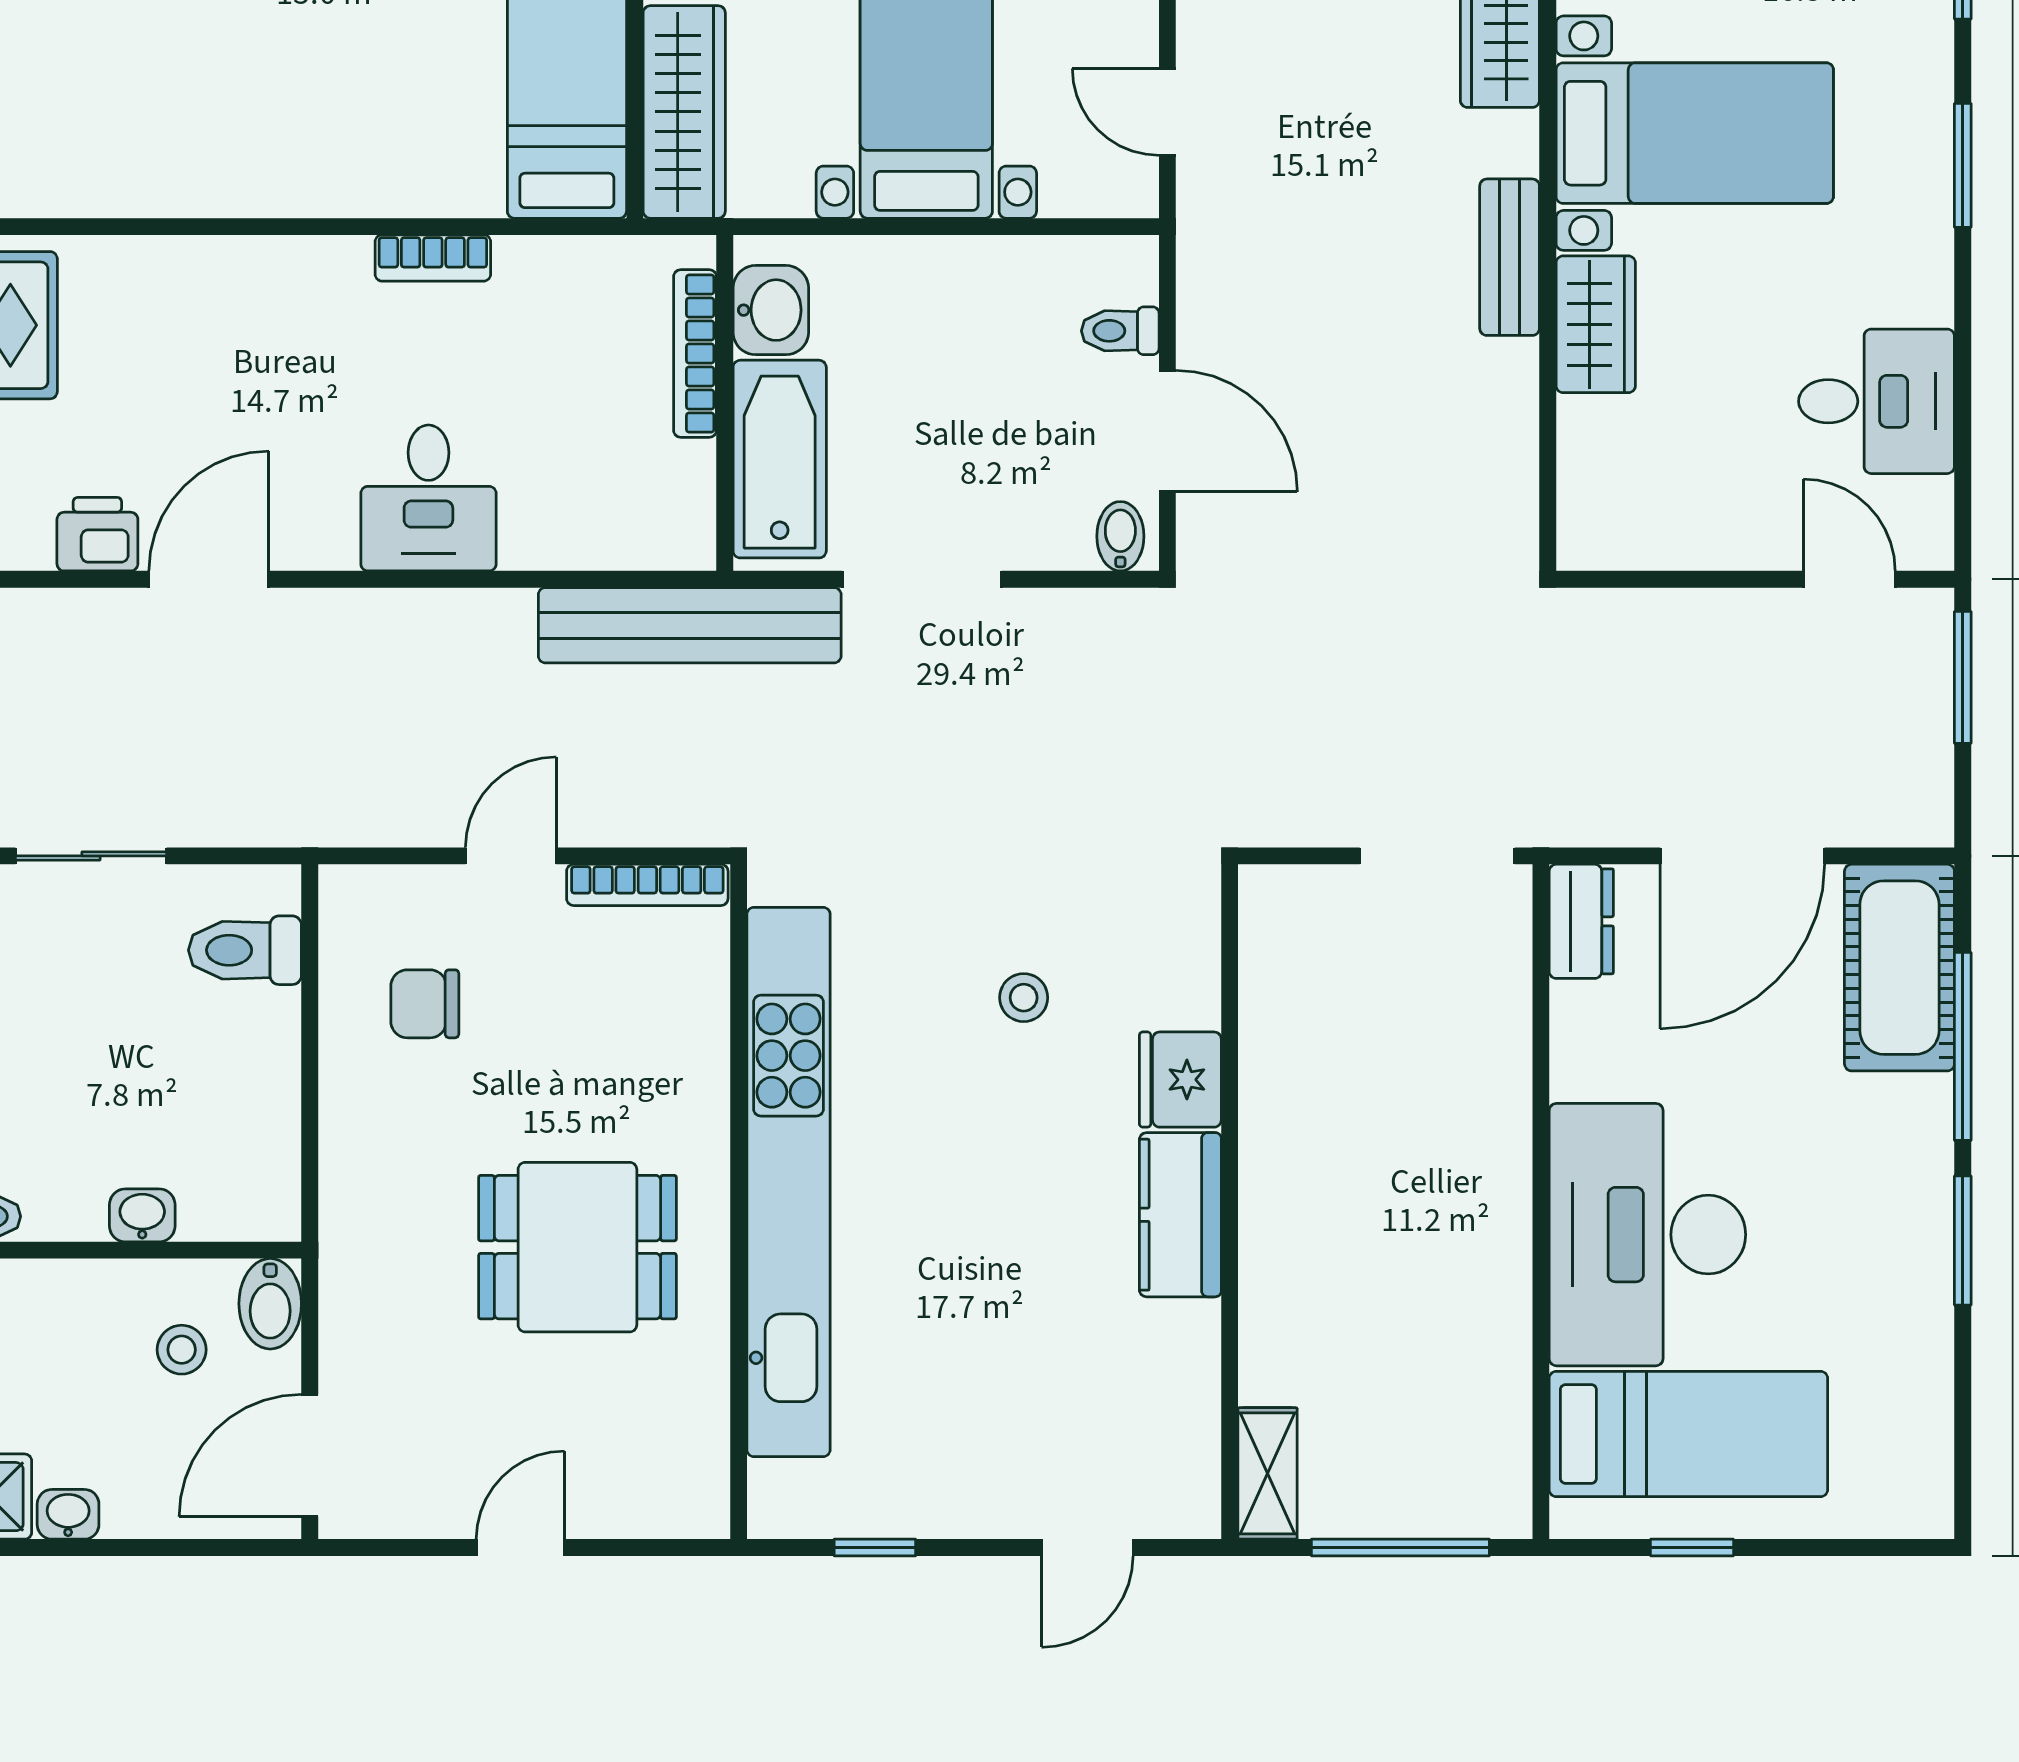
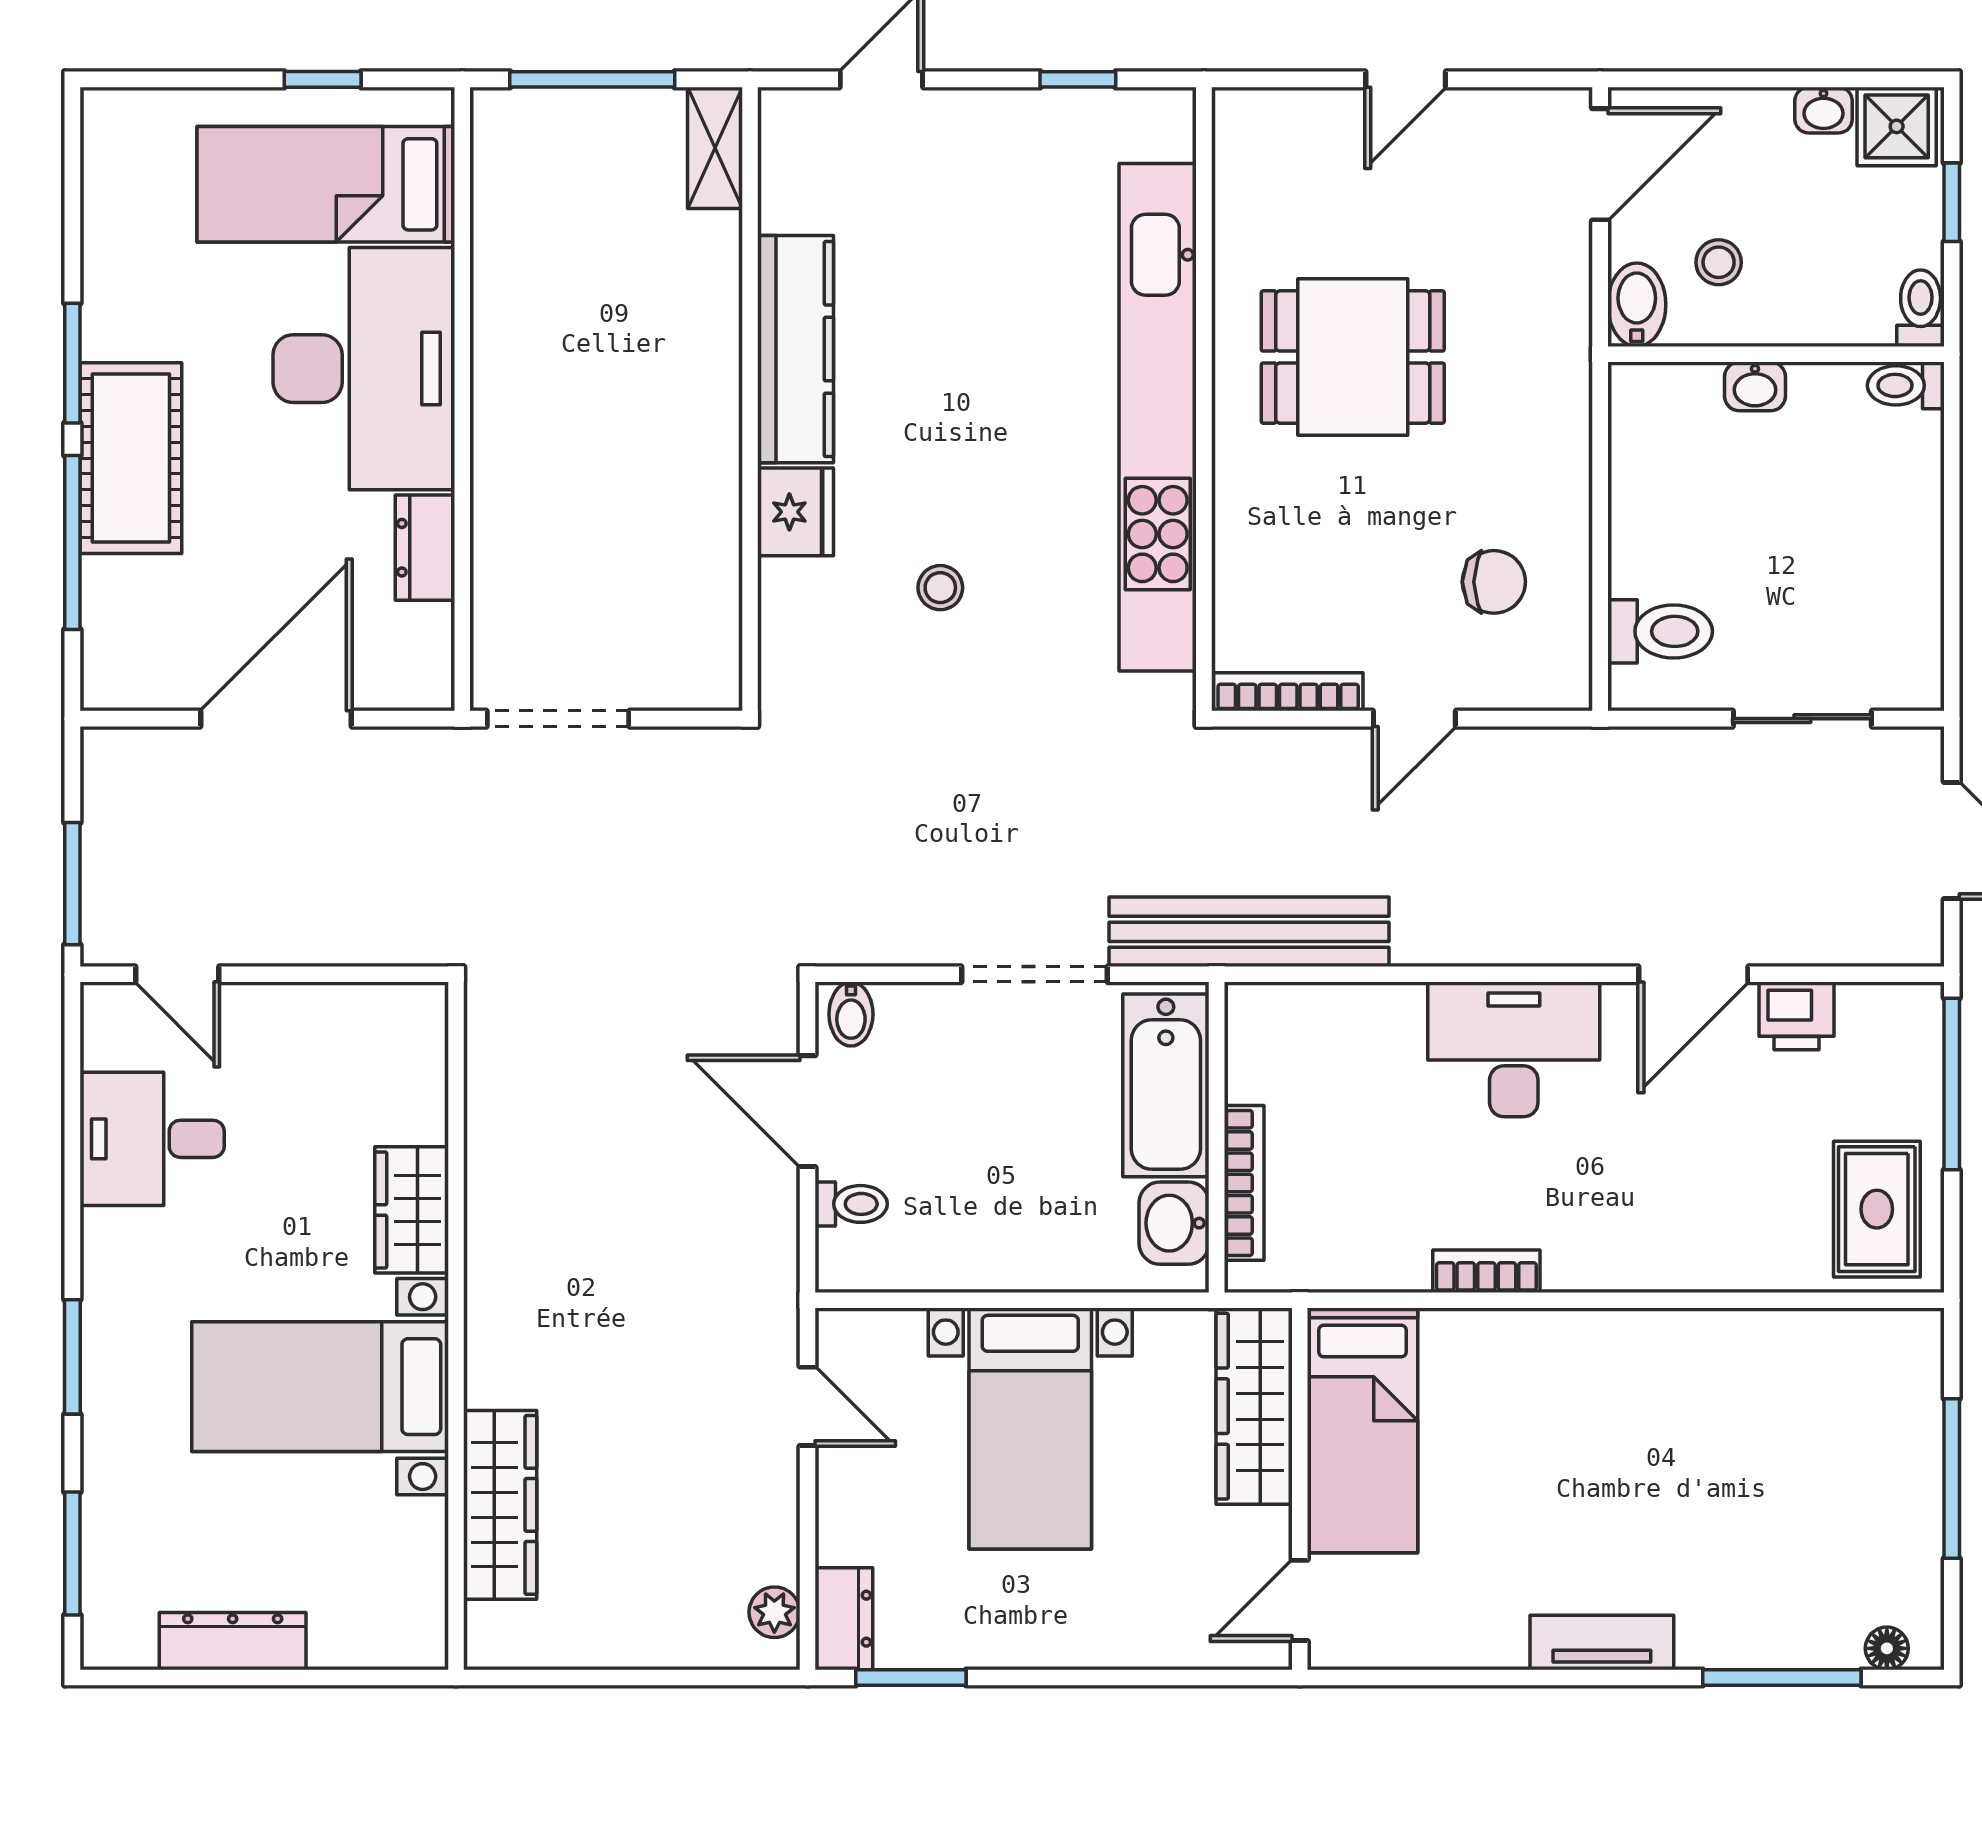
bench: (1510, 257) -> (491, 1272), removed
desk: (428, 498) -> (1514, 1049), width x1.37
dresser: (1581, 921) -> (425, 548), moved
cot: (1899, 968) -> (131, 458), moved
kitchen counter: (1180, 1215) -> (796, 349), width x1.50

